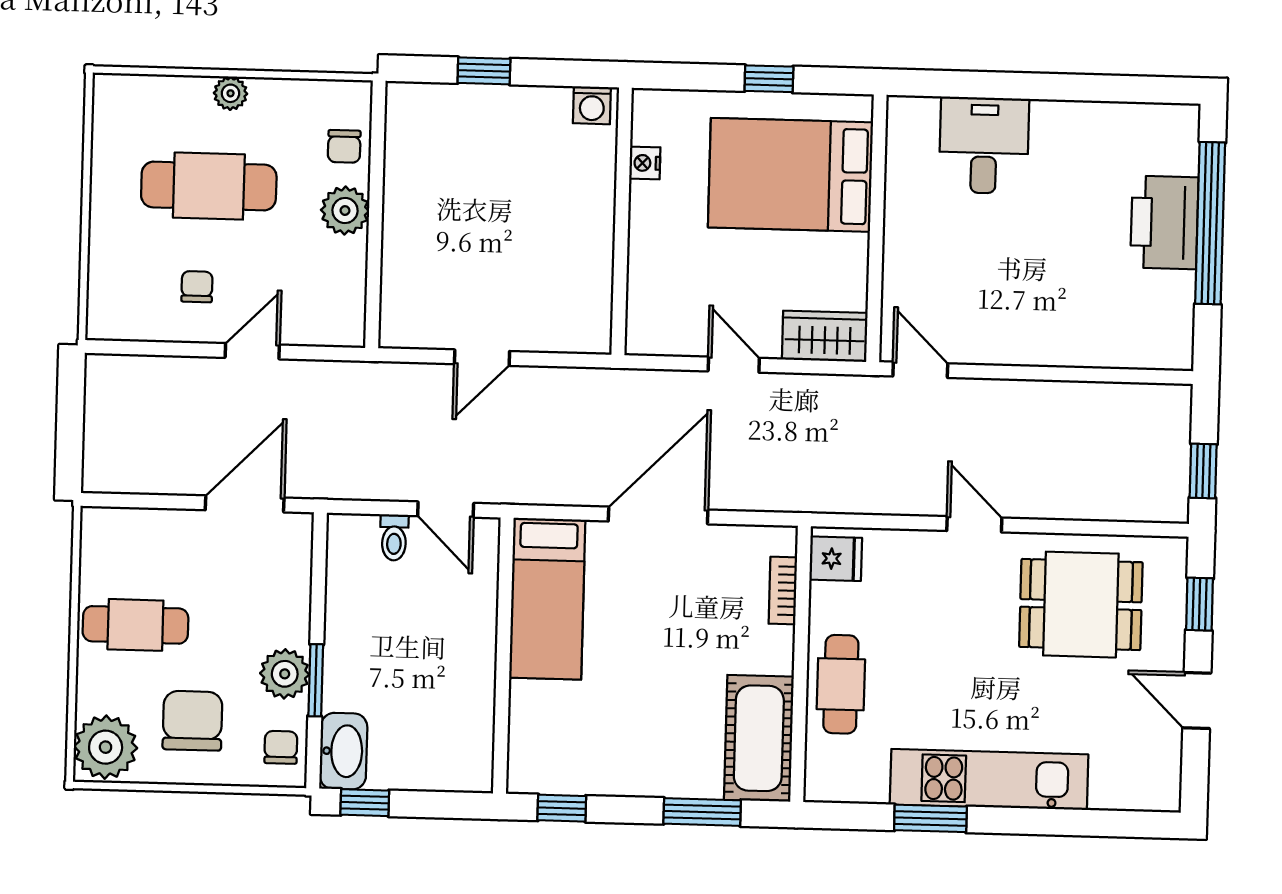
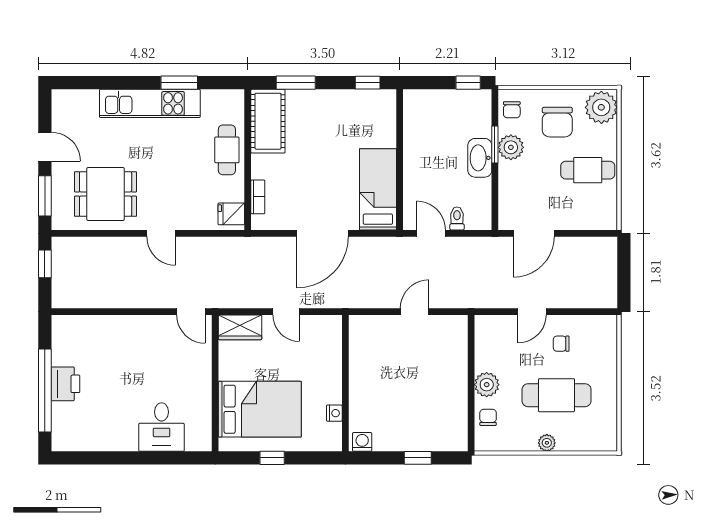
printer: (1164, 222) -> (66, 384), width x0.73, depth x0.84
chair: (197, 287) -> (561, 344), turned 90
window: (1199, 604) -> (45, 196), width x1.50
washbasin: (343, 751) -> (480, 158), moved

